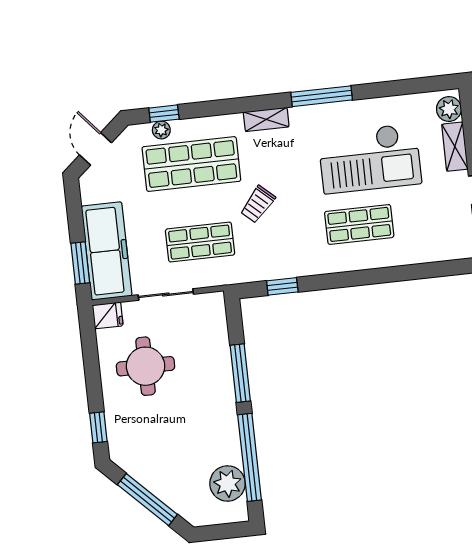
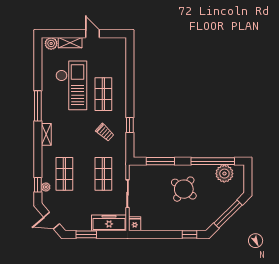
shop shelf: (191, 164) -> (64, 174), width x0.70, depth x0.74
trolley: (258, 204) -> (105, 132), moved
freezer: (107, 251) -> (109, 223), width x0.73, depth x0.79
window: (80, 263) -> (86, 234), moved
window: (282, 286) -> (130, 125), moved
round table: (146, 366) -> (184, 189), moved, turned 37
window: (240, 373) -> (160, 161), moved

